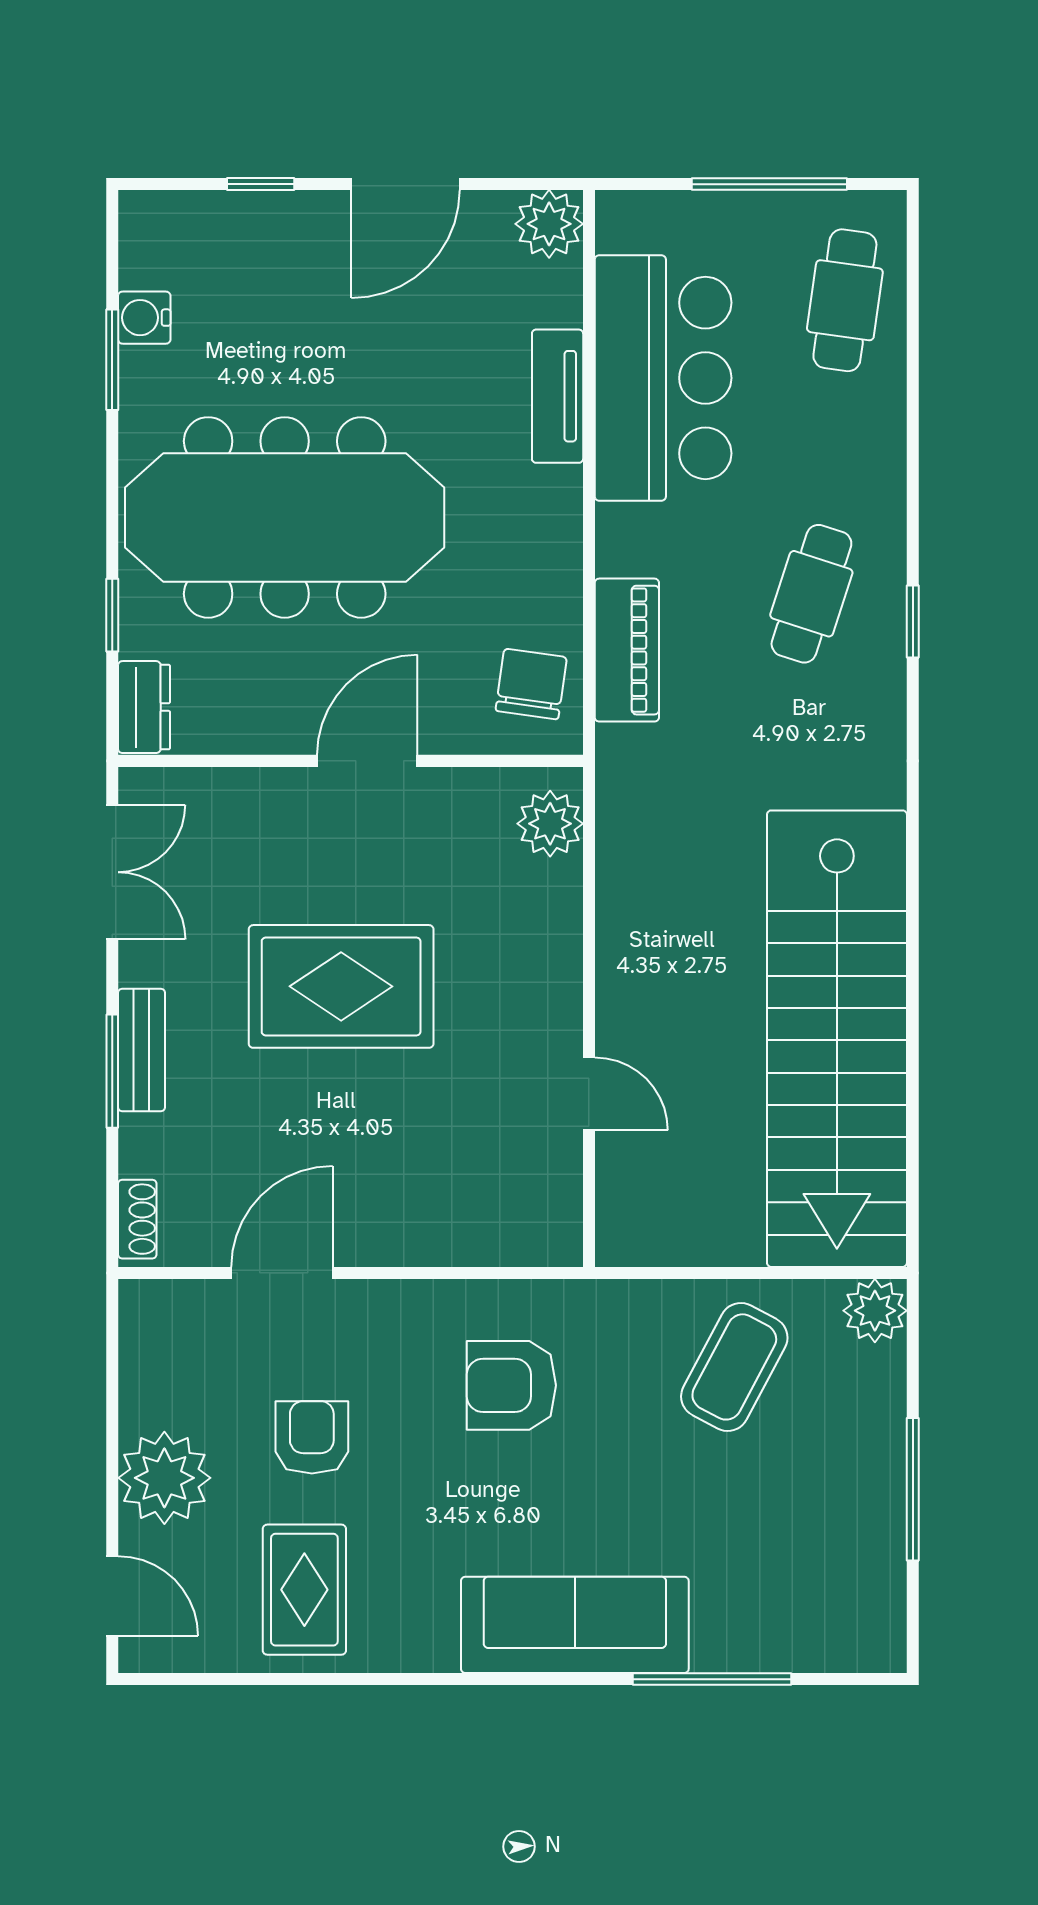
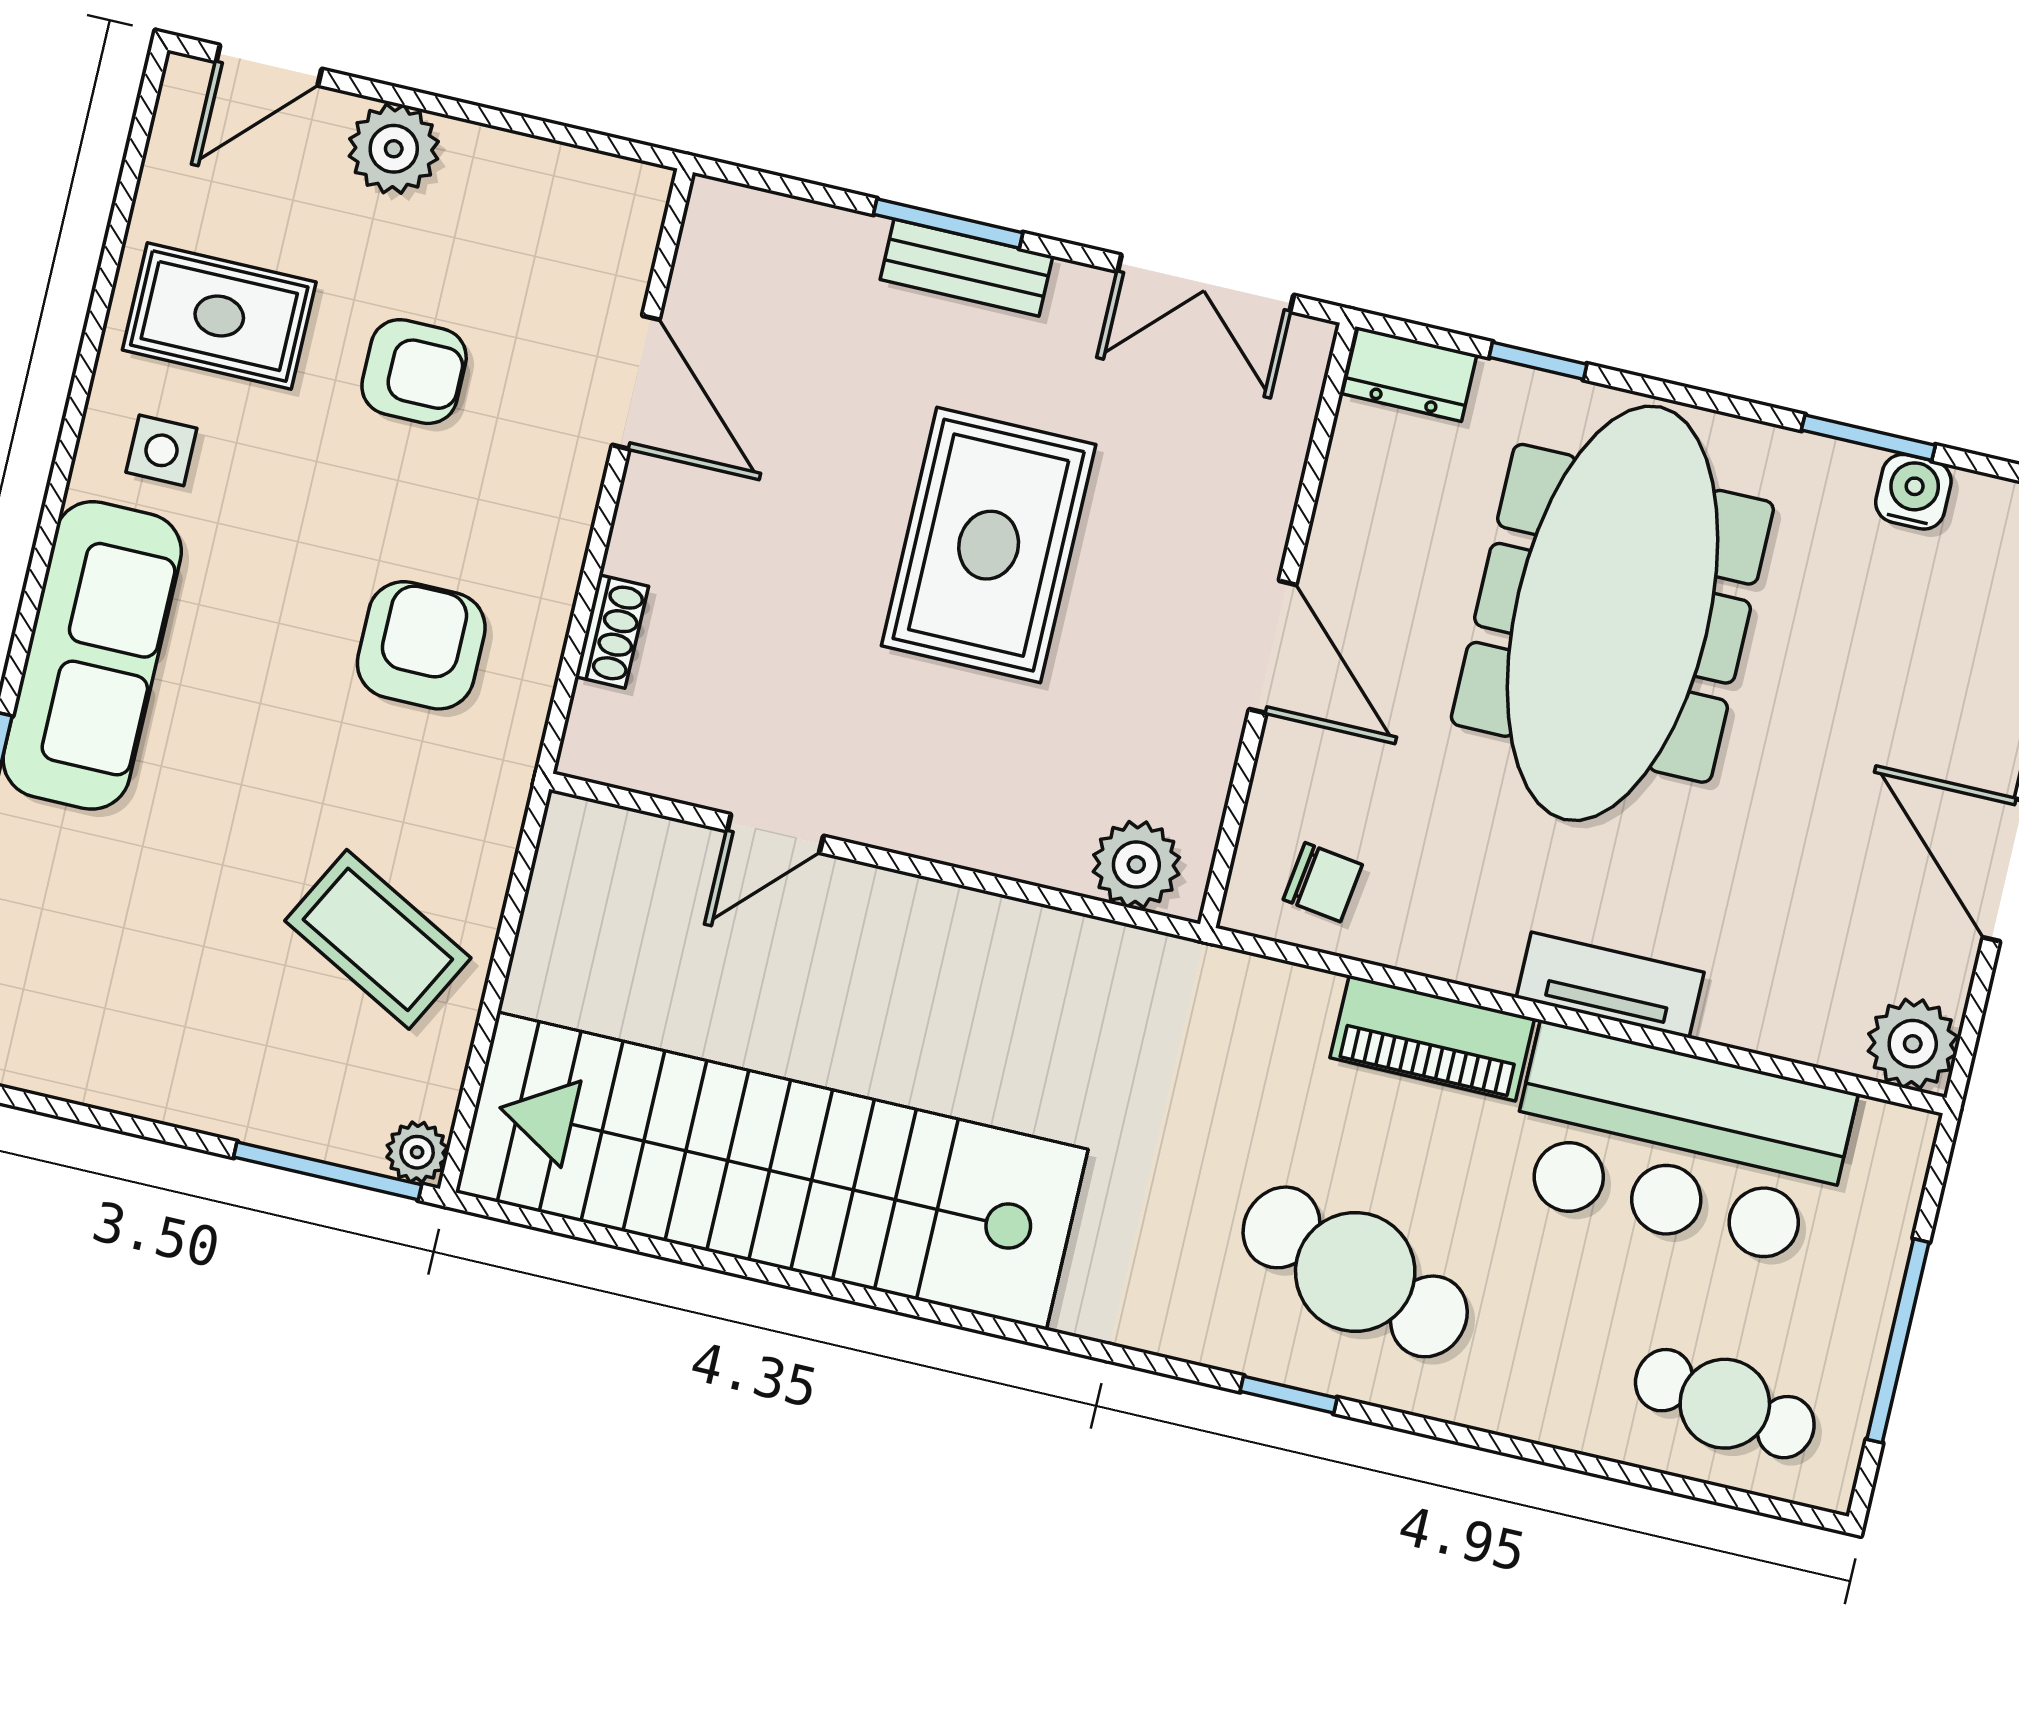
tv unit: (558, 396) -> (1610, 985), moved
cafe table: (811, 594) -> (1355, 1272), width x1.37, depth x1.35
piano: (627, 650) -> (1432, 1038), moved
chair: (531, 684) -> (1323, 882), width x0.73, depth x0.73
shoe rack: (137, 1219) -> (612, 632), moved, turned -90
plant: (875, 1311) -> (417, 1152), width x0.73, depth x0.73
plant: (164, 1478) -> (394, 149), width x0.73, depth x0.73
window: (913, 1489) -> (328, 1171), moved
side table: (413, 1609) -> (161, 450), added

